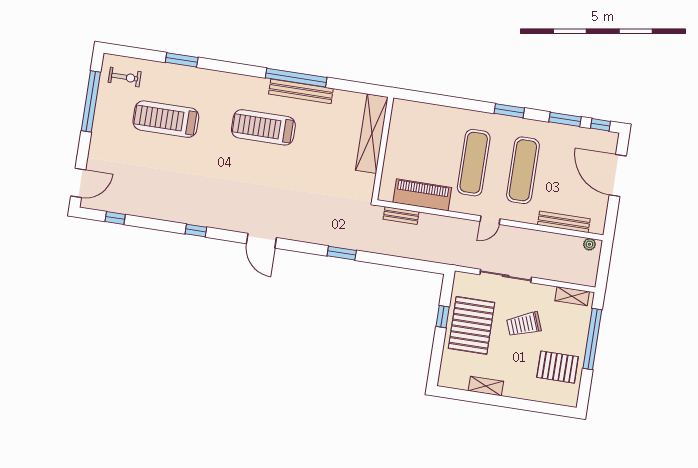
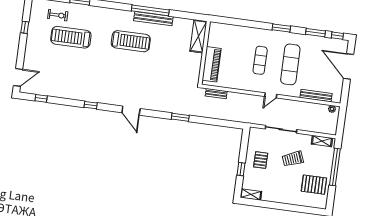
exercise bike: (125, 77) -> (58, 15), moved
window: (91, 101) -> (25, 27), width x0.32
treadmill: (263, 127) -> (131, 41), turned 180
shelving: (372, 134) -> (198, 36), width x0.68
exercise mat: (474, 163) -> (260, 60), width x0.73, depth x0.69
piano: (422, 195) -> (212, 64), moved, turned 90
window: (443, 317) -> (241, 169), moved
pallet: (472, 325) -> (261, 160), width x0.49, depth x0.50
shelving: (486, 386) -> (251, 195), moved

